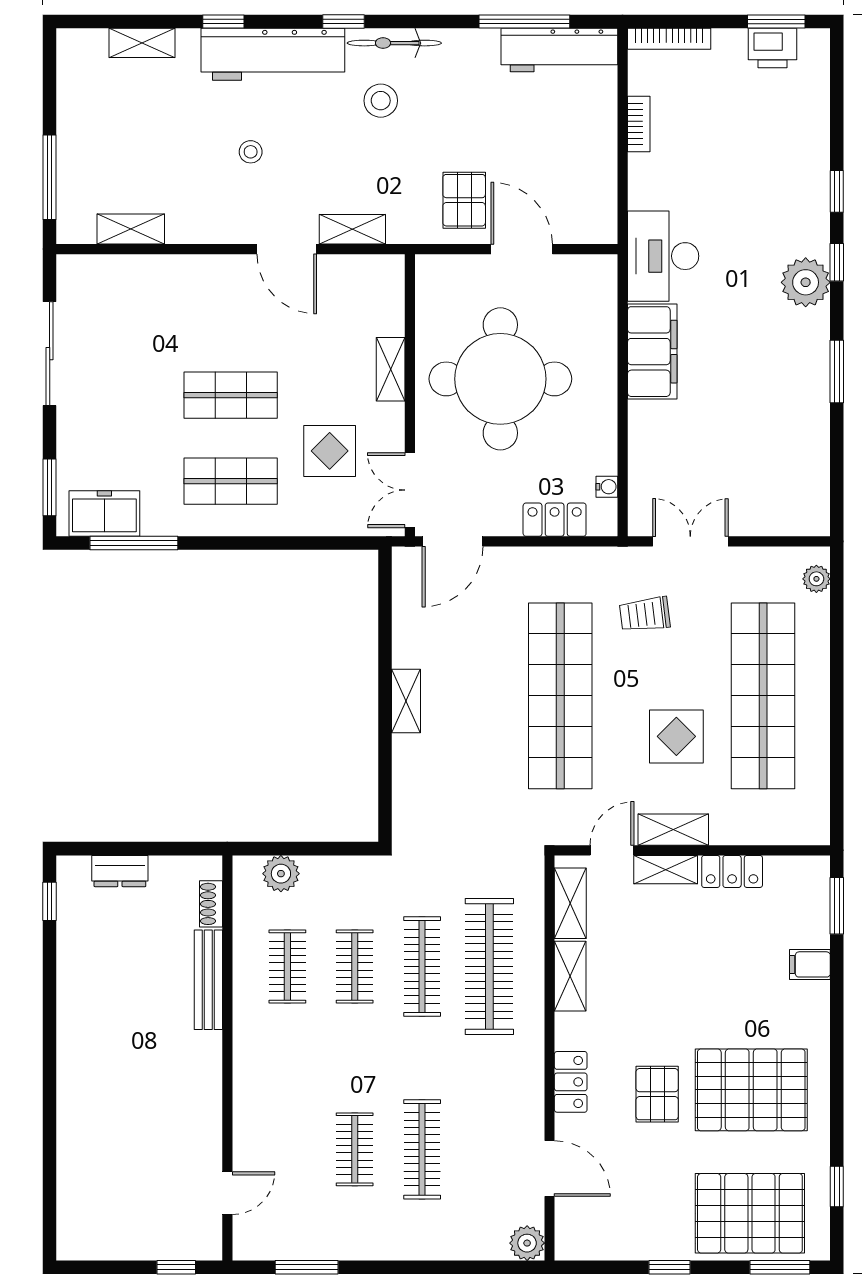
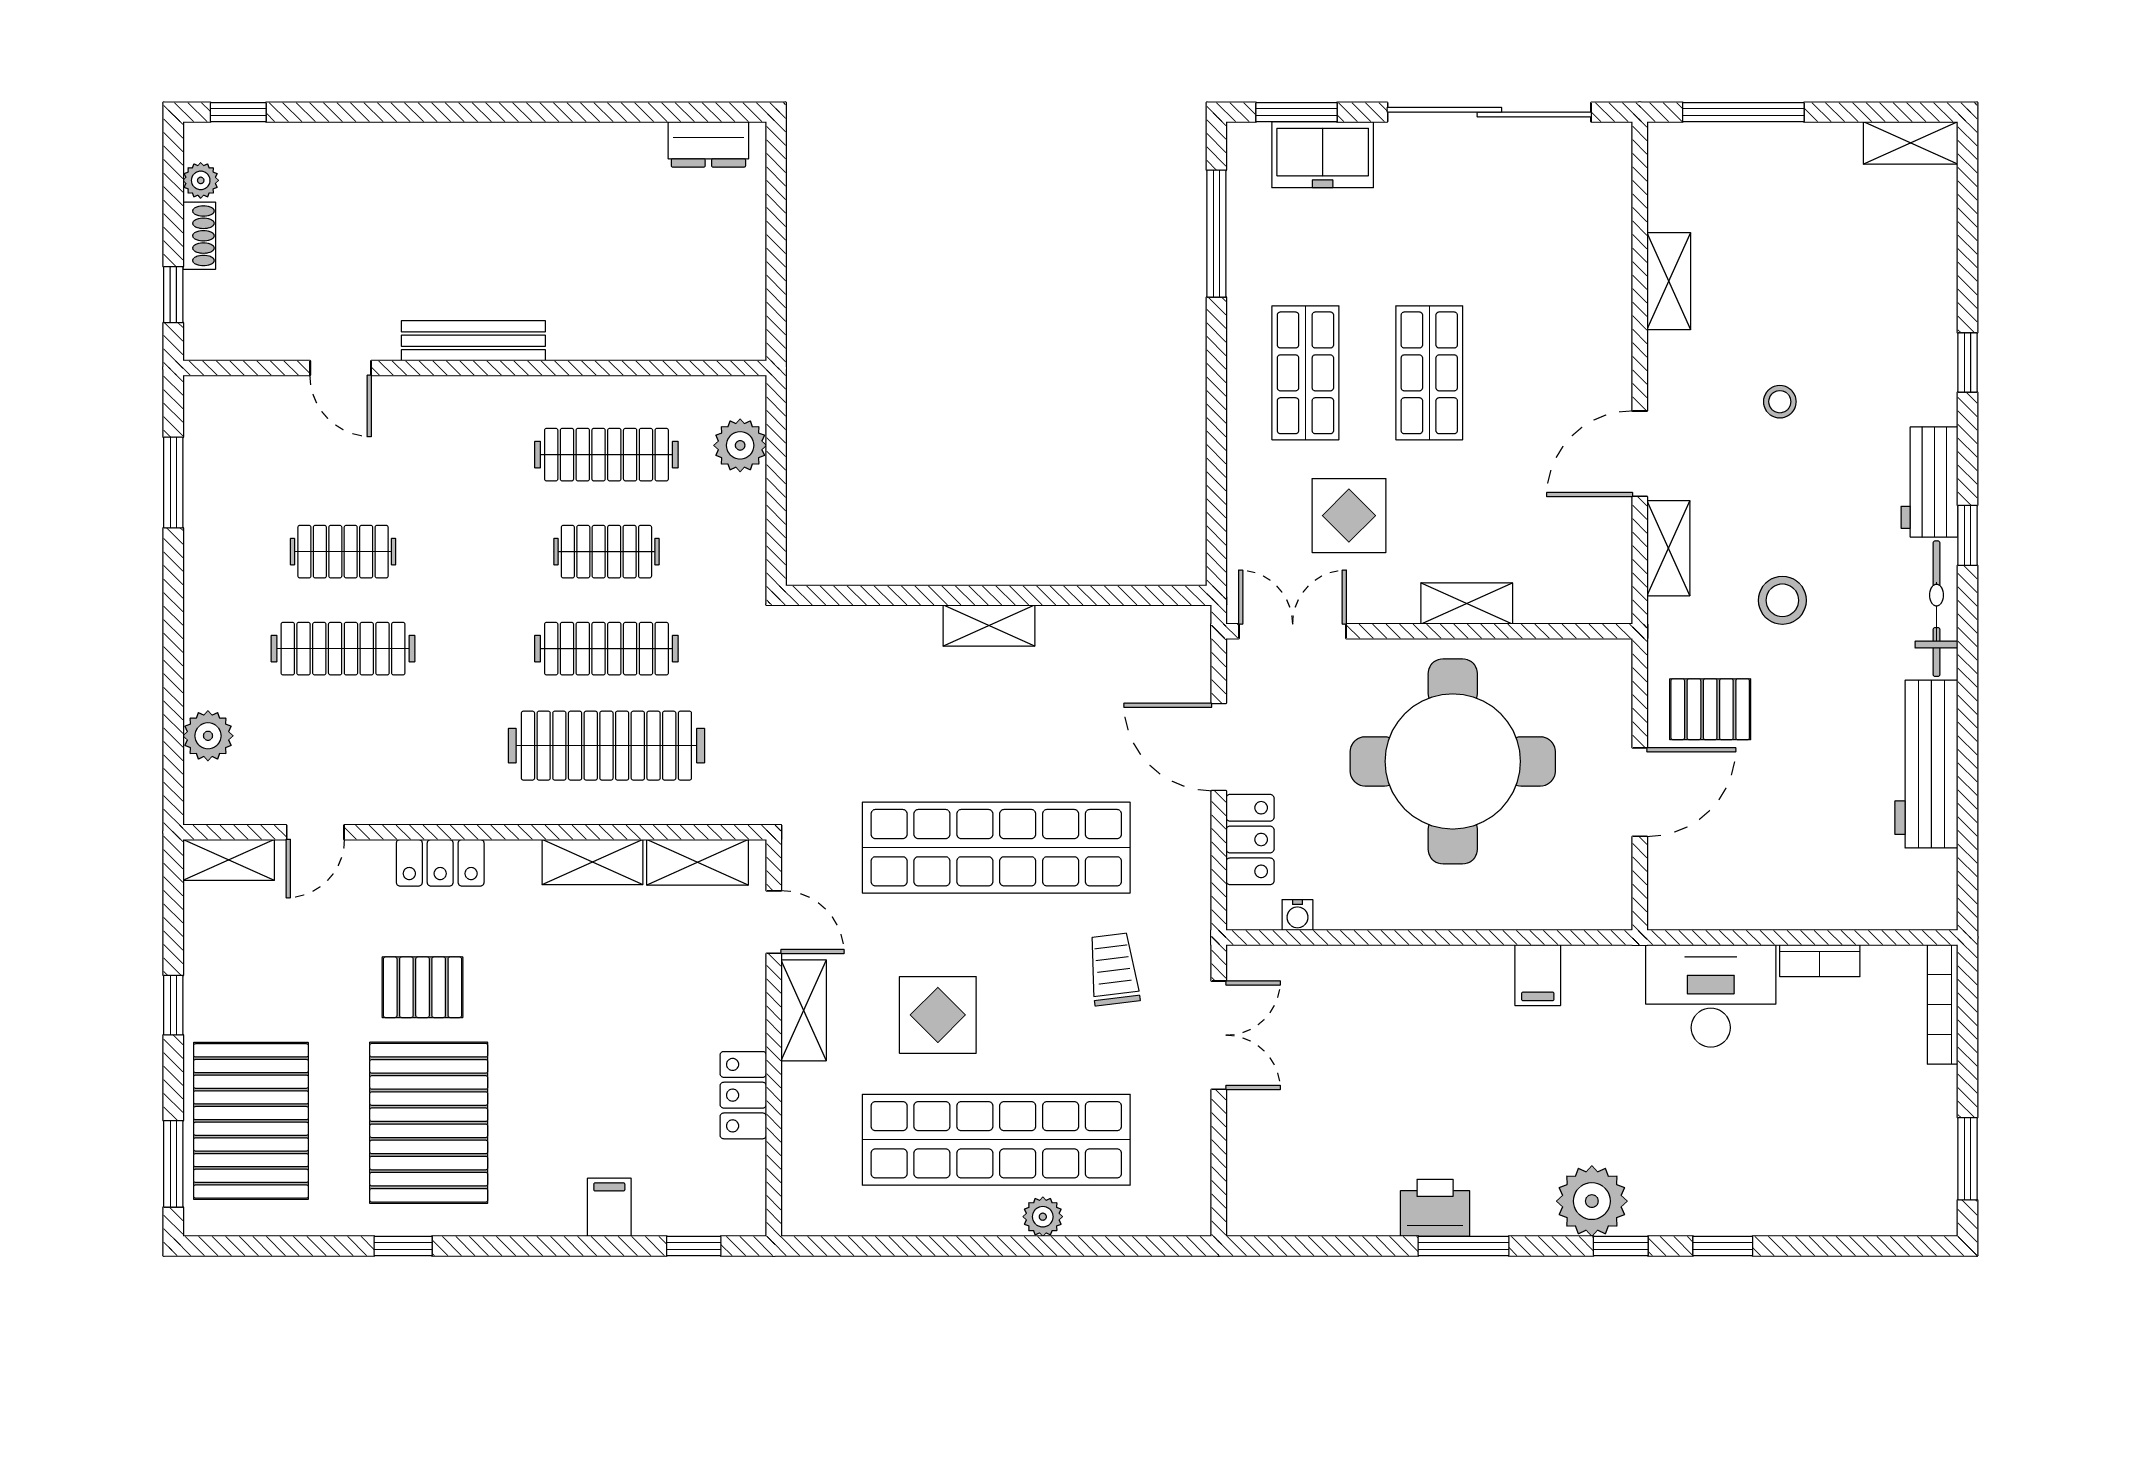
window: (524, 21) -> (1968, 796), removed
shelving: (142, 43) -> (1911, 143), moved, turned 90
printer: (772, 48) -> (1435, 1208), moved, turned 90
workbench: (559, 50) -> (1926, 764), moved
workbench: (273, 54) -> (1929, 482), width x0.53, depth x0.76
stool: (381, 101) -> (1782, 600), moved
shelving: (131, 229) -> (1669, 281), moved
desk: (663, 256) -> (1711, 996), moved
filing cabinet: (652, 352) -> (1538, 975), width x0.33, depth x0.86
sliding door: (50, 354) -> (1489, 112), width x1.36
freezer: (104, 513) -> (1323, 155), moved, turned 90
door: (452, 541) -> (1219, 747), moved
plant: (816, 579) -> (1043, 1217), moved
shelving: (666, 870) -> (229, 860), moved, turned 90
dresser: (120, 871) -> (708, 144), moved, turned -90
window: (50, 901) -> (238, 112), moved
shoe rack: (211, 904) -> (199, 236), moved, turned 90
window: (837, 906) -> (694, 1246), width x0.67
clothes rail: (287, 966) -> (606, 455), width x1.36
bench: (208, 980) -> (473, 341), moved
door: (549, 1169) -> (315, 832), width x0.73
window: (837, 1186) -> (403, 1246), moved
door: (227, 1193) -> (341, 368), moved
plant: (527, 1243) -> (208, 736), moved
plant: (97, 1248) -> (201, 180), added

